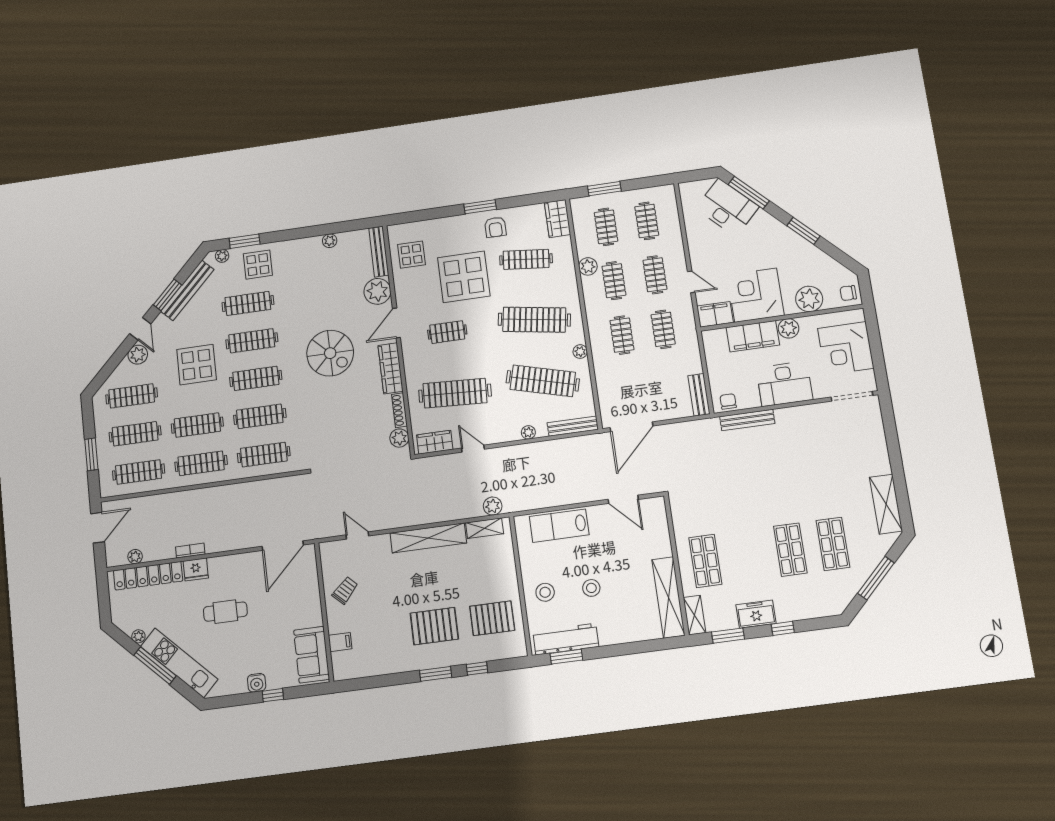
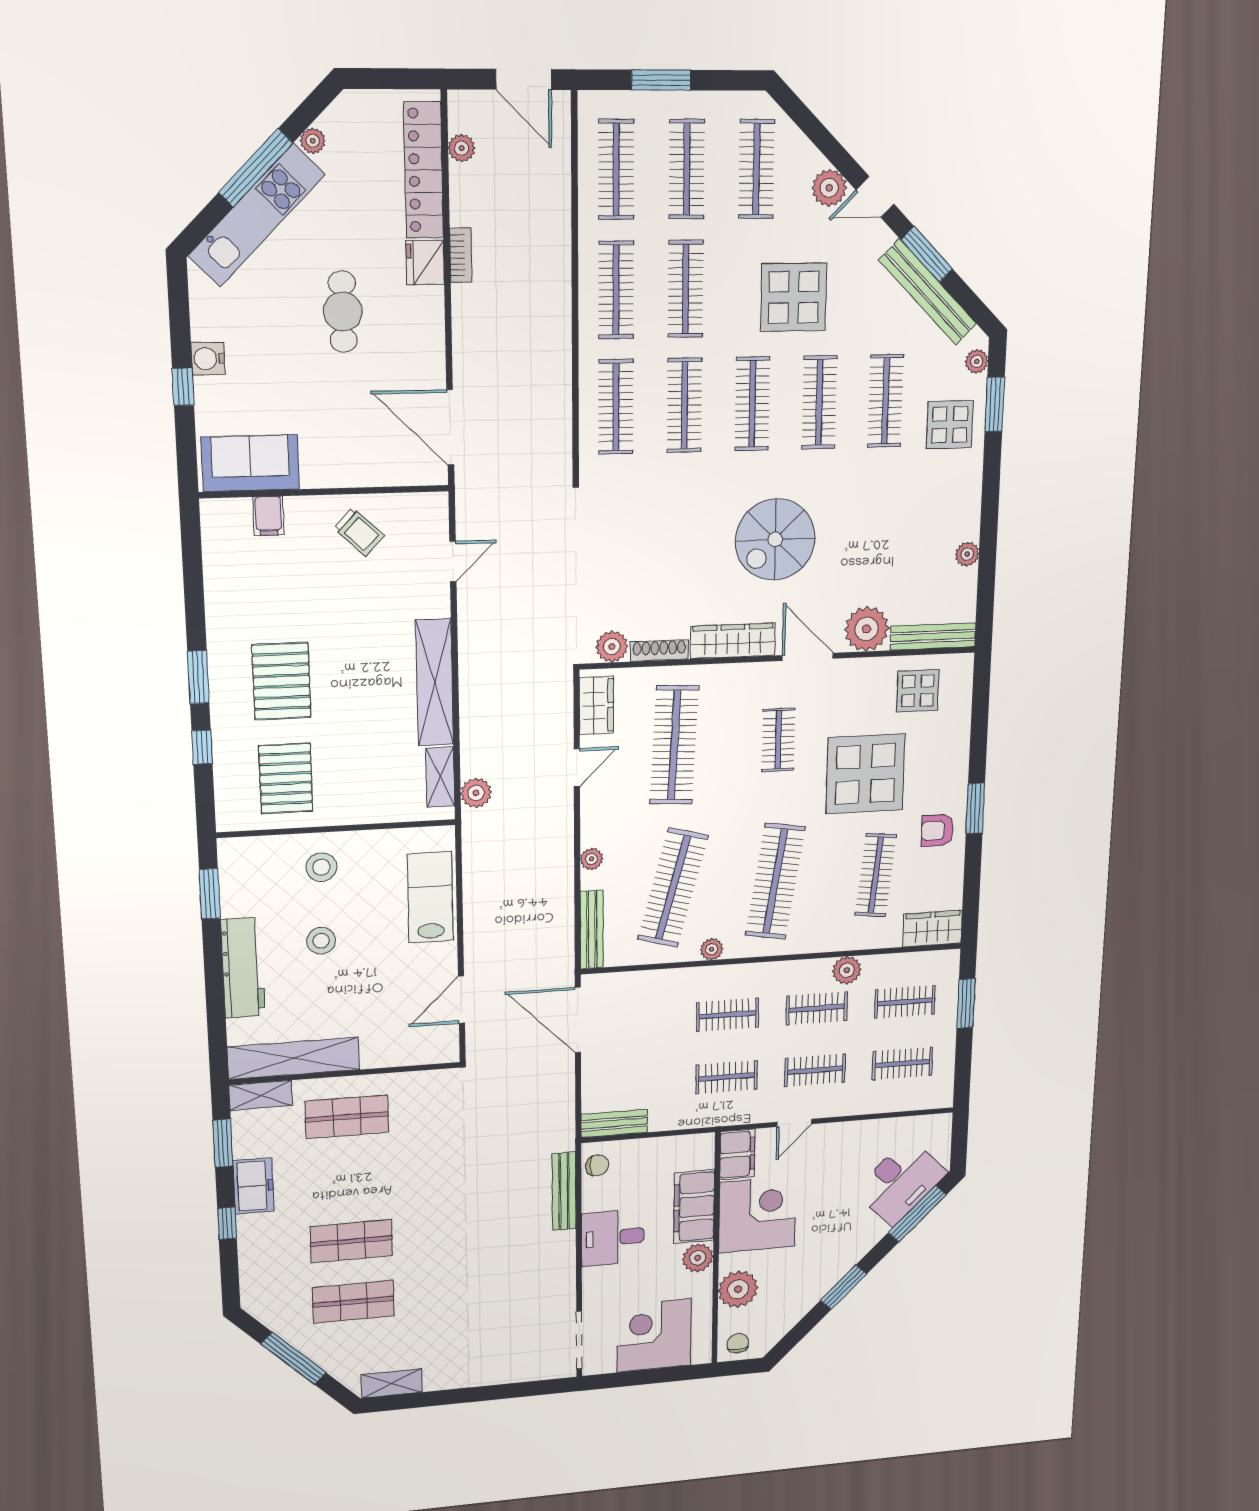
desk: (784, 384) -> (613, 1238), width x0.73
shelving: (886, 504) -> (392, 1383), width x0.67, depth x0.75
workbench: (566, 639) -> (243, 968), moved

